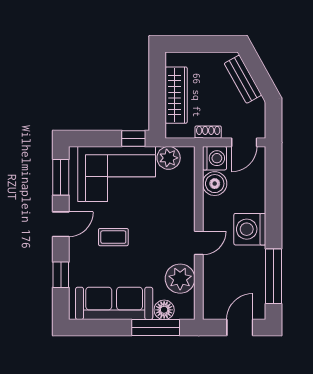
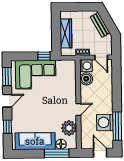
door: (244, 142) -> (101, 57), hinge flipped
plant: (169, 158) -> (62, 66), removed
washing machine: (250, 229) -> (105, 122), moved
coffee table: (113, 237) -> (34, 107), removed
door: (240, 328) -> (100, 153), hinge flipped

